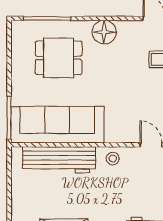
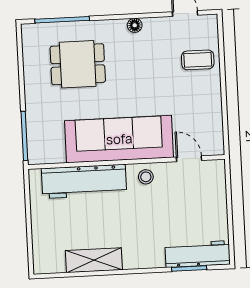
floor lamp: (104, 32) -> (135, 25), width x0.53, depth x0.53
sofa: (57, 125) -> (119, 139), moved

